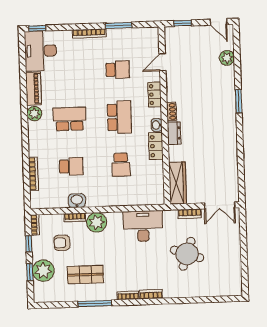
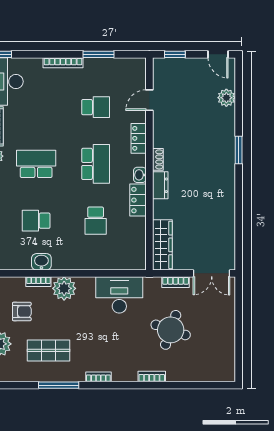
school desk: (71, 166) -> (36, 221), turned 180
armchair: (62, 243) -> (22, 311), turned 180
bookcase: (151, 294) -> (152, 377), moved

